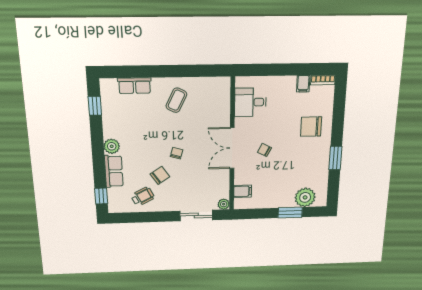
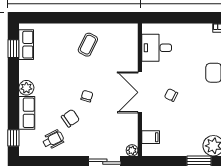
filing cabinet: (303, 84) -> (206, 31), removed
row of seats: (135, 86) -> (26, 45), moved, turned -90

